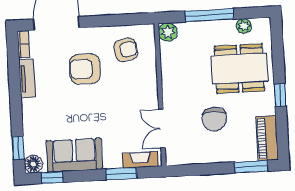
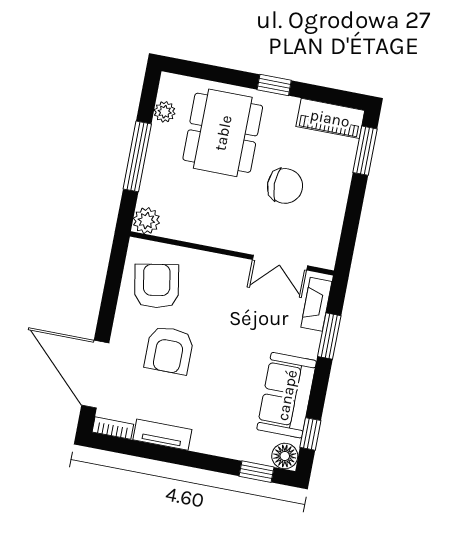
armchair: (126, 50) -> (157, 286), width x1.38, depth x1.38

